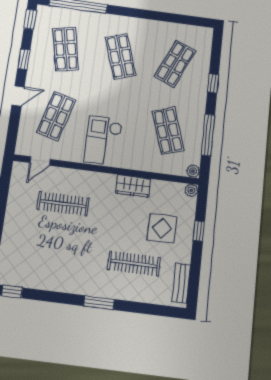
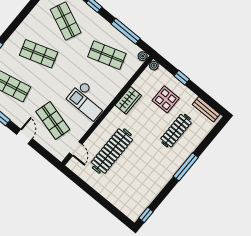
clothes rail: (63, 204) -> (112, 151), width x1.37, depth x1.31
window: (99, 303) -> (186, 167), width x1.44

